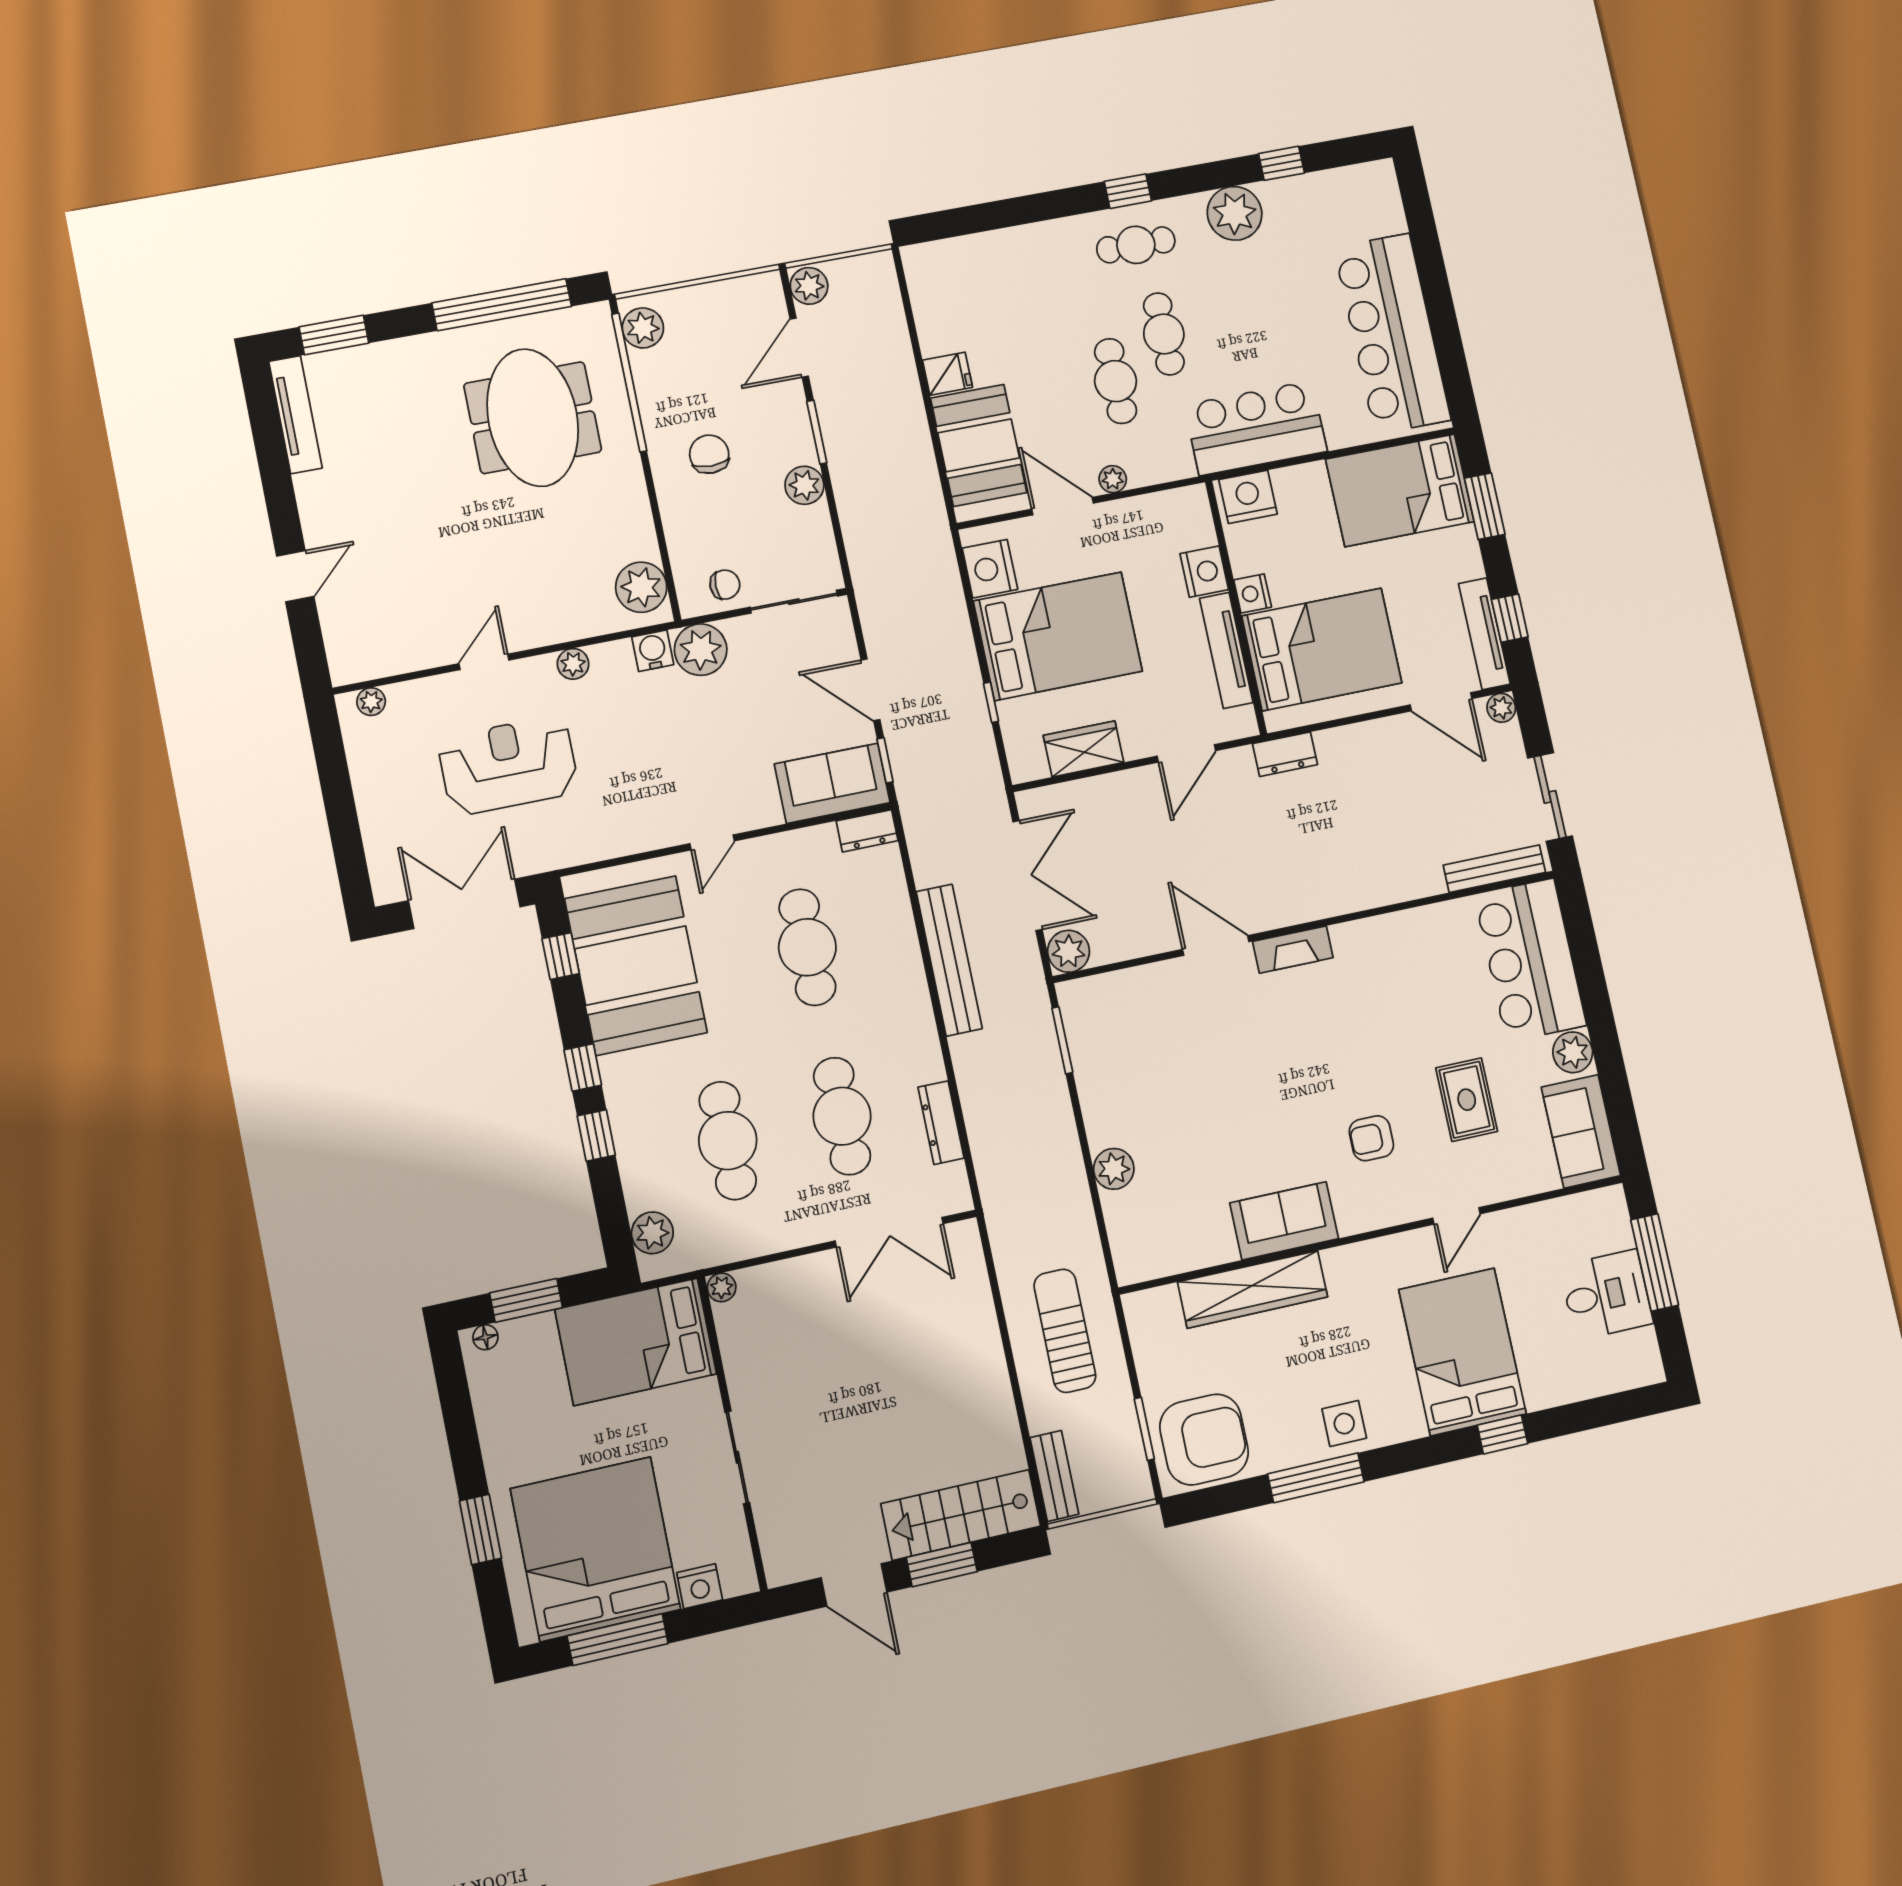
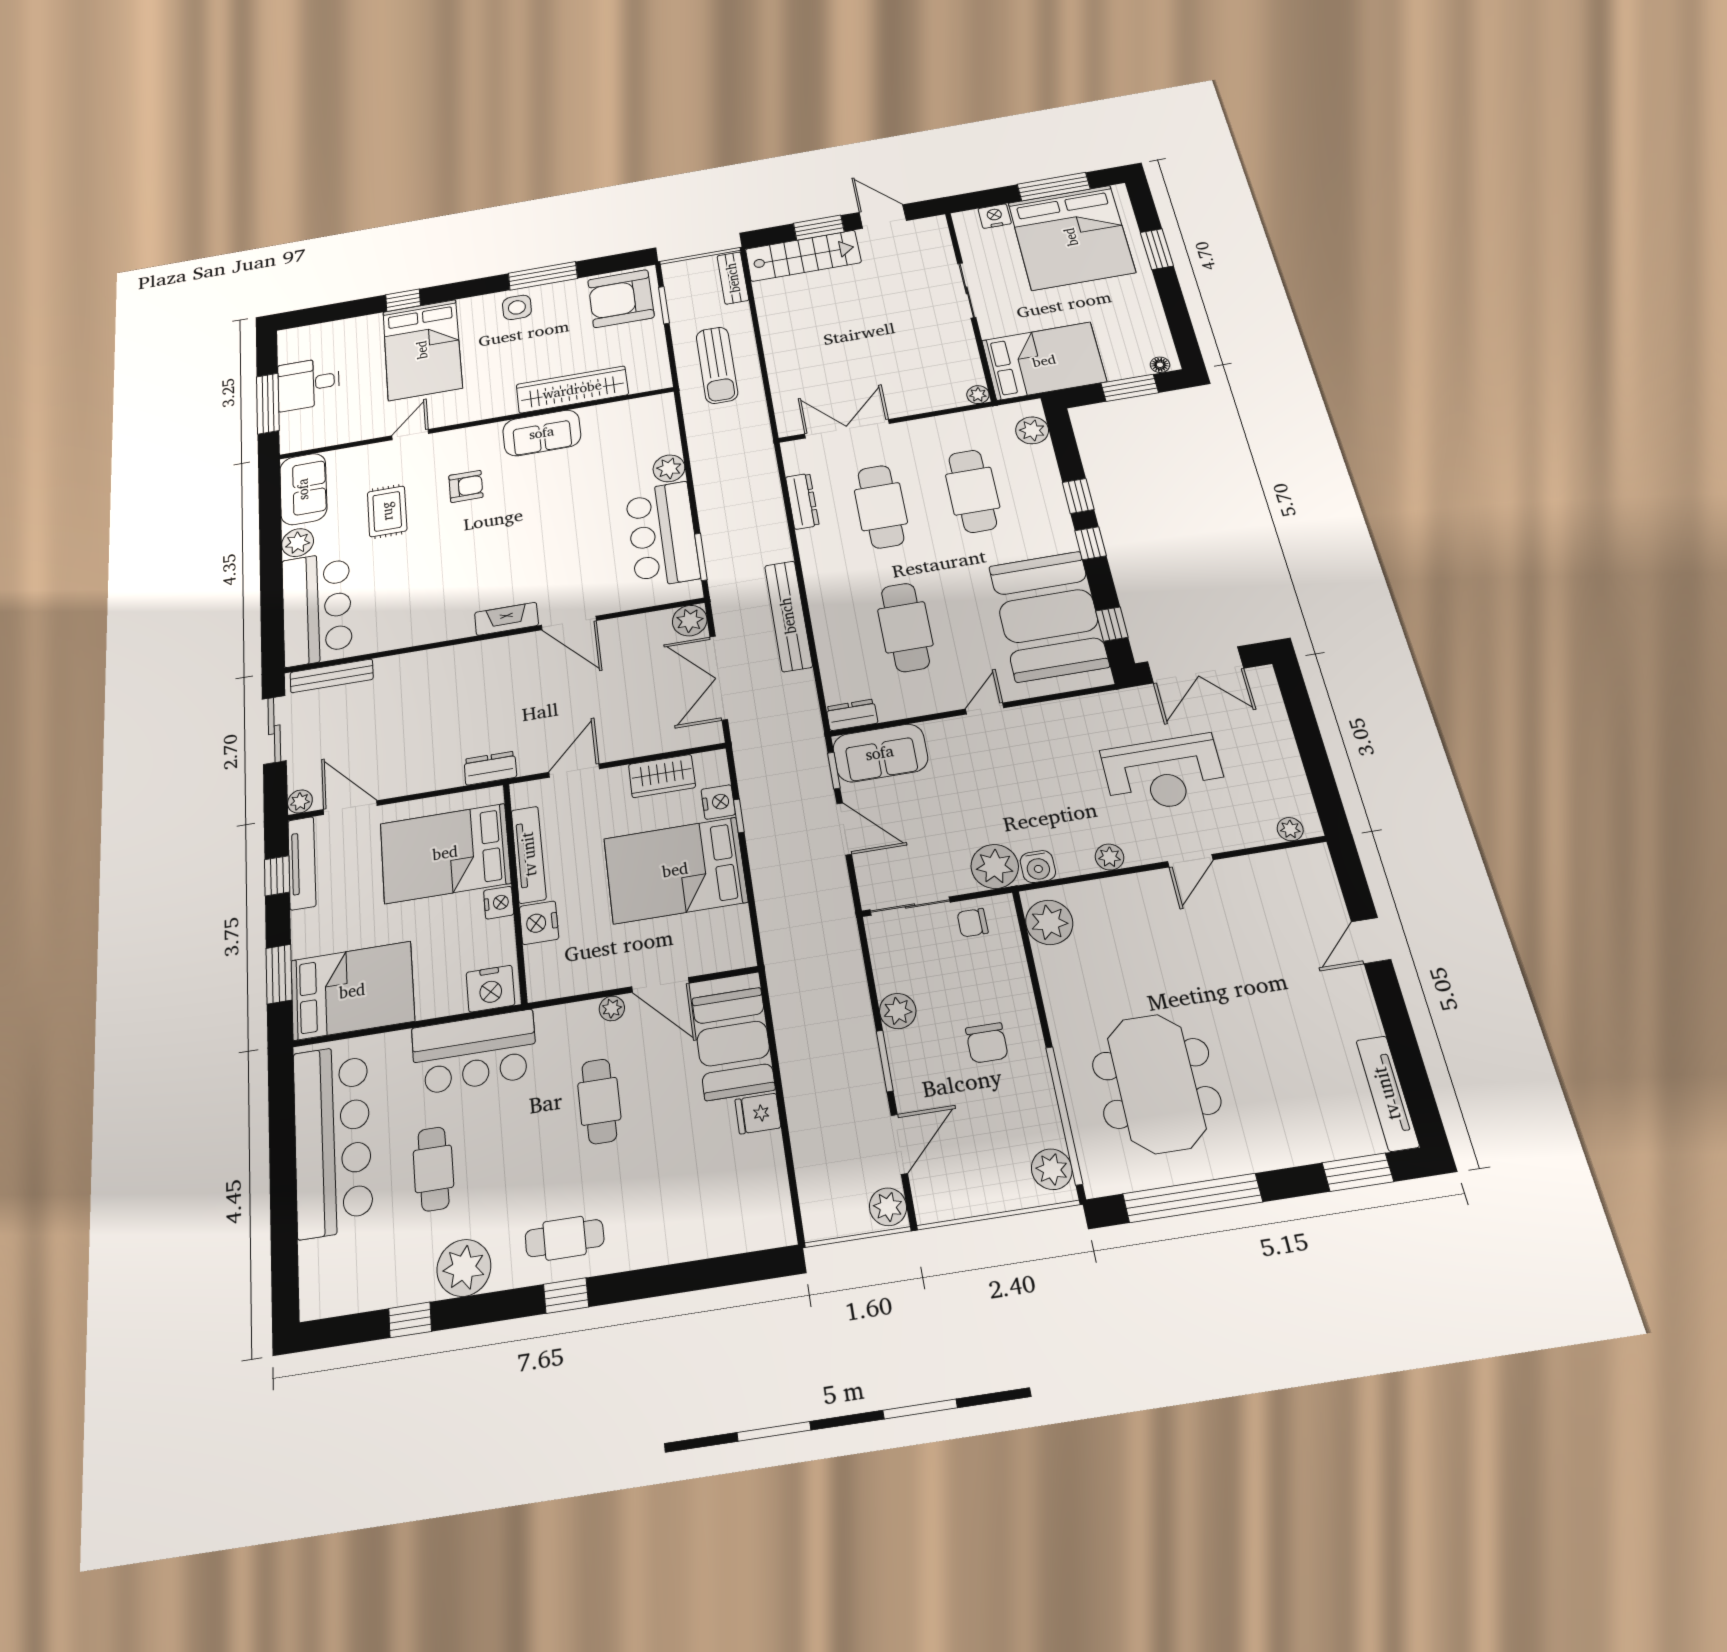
cafe table: (1164, 334) -> (433, 1169), moved
nightstand: (990, 569) -> (718, 802), moved, width x0.74, depth x0.75
bar counter: (1113, 1071) -> (662, 534), added

